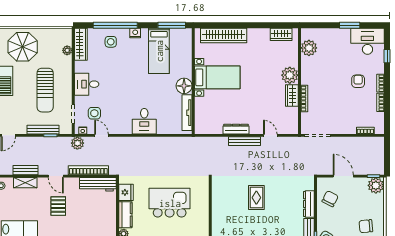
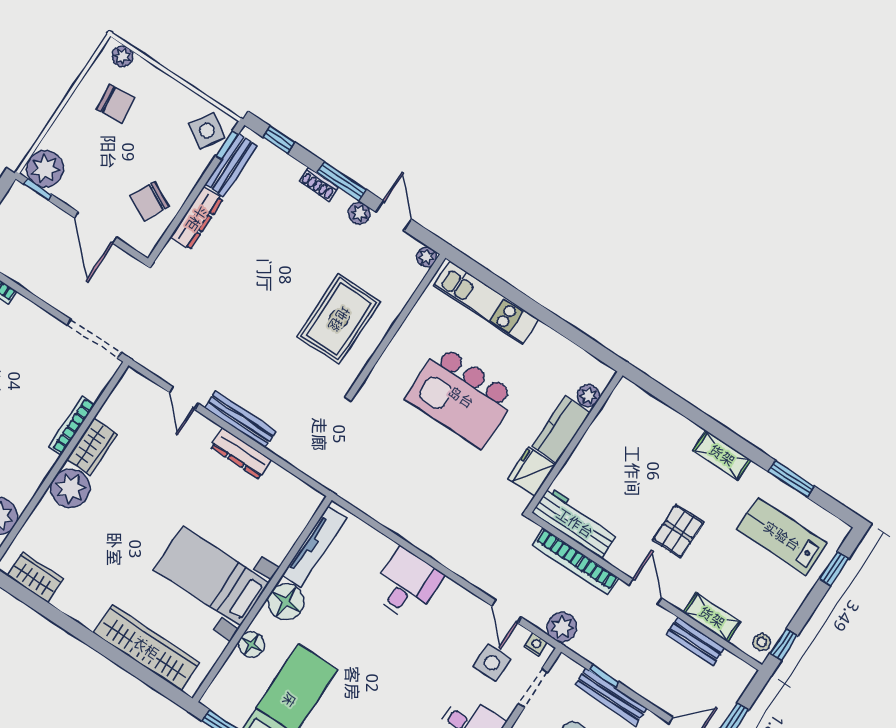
floor lamp: (186, 62) -> (251, 645), added
rug: (256, 198) -> (339, 319), moved, width x1.36, depth x1.43

